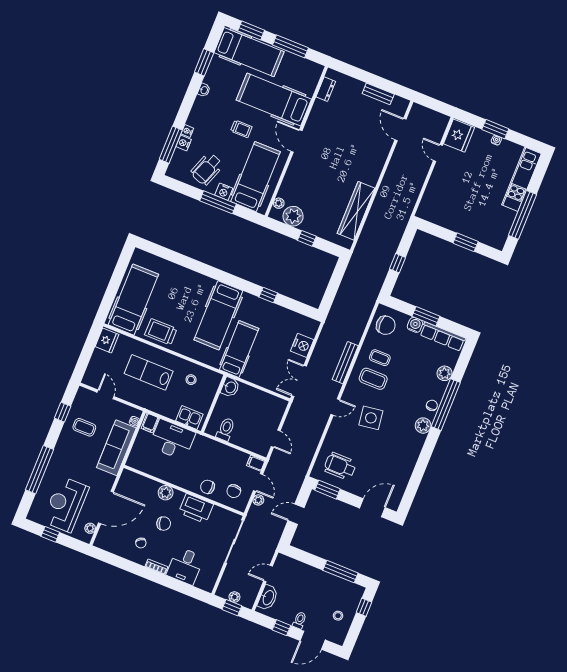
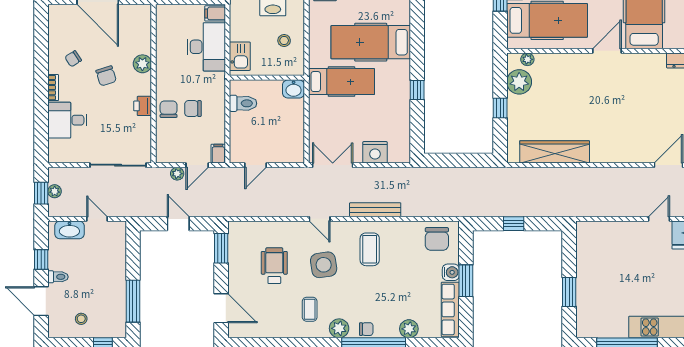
coffee table: (380, 358) -> (310, 309), moved
wheelchair: (340, 466) -> (274, 266), moved
chair: (234, 491) -> (193, 109), moved
printer: (196, 508) -> (143, 106), width x0.53, depth x0.68

